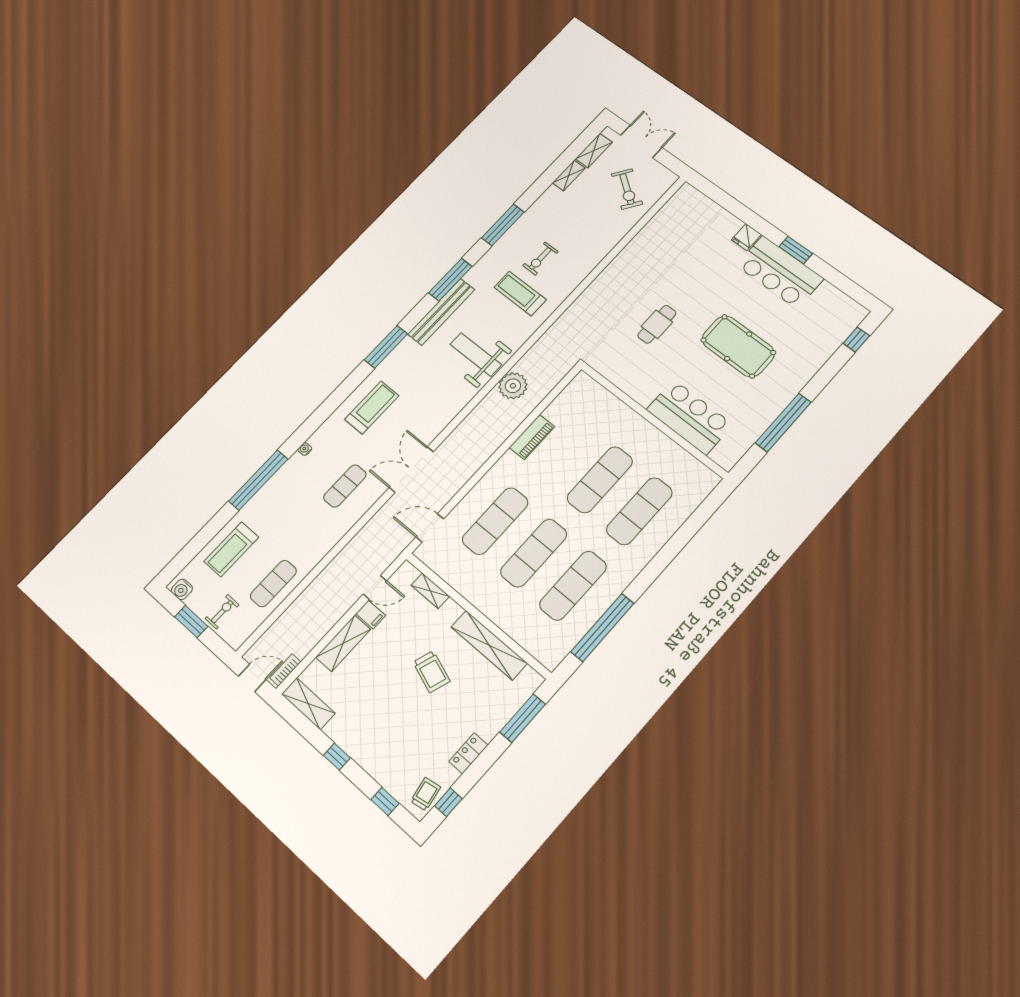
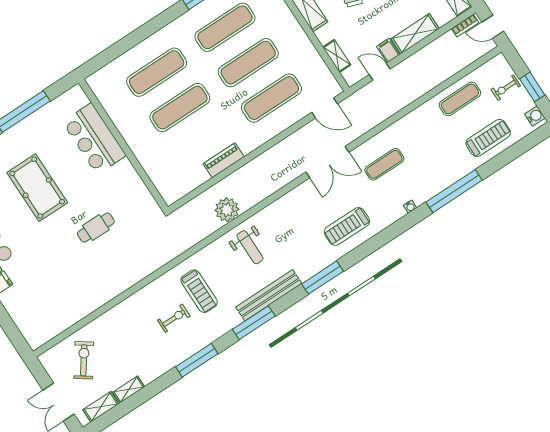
weight bench: (476, 354) -> (250, 247), width x0.73, depth x0.75

